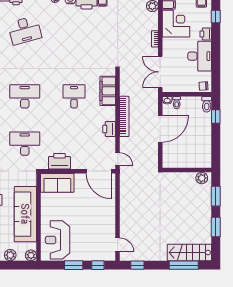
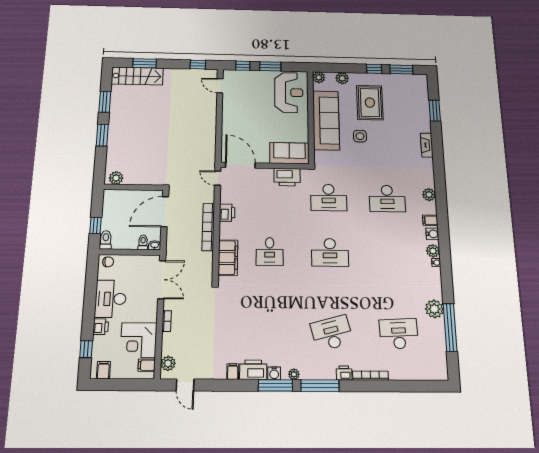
wall: (187, 170) -> (133, 187), moved
plant: (202, 178) -> (116, 178), moved
window: (184, 265) -> (145, 63), width x0.69

